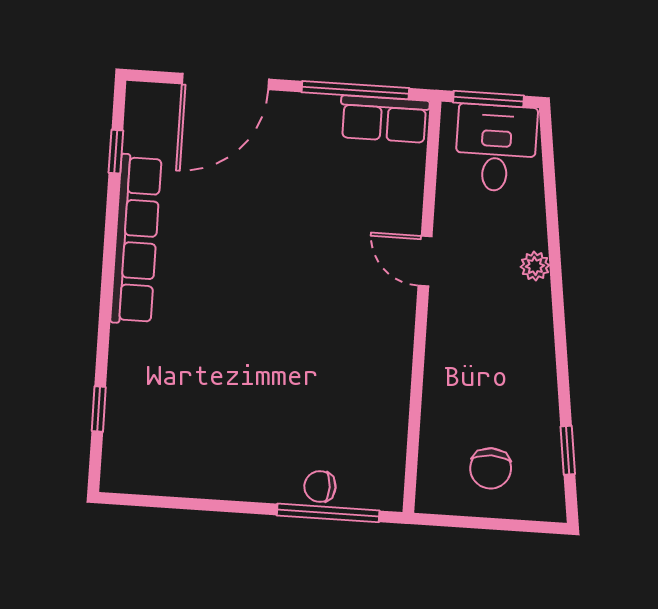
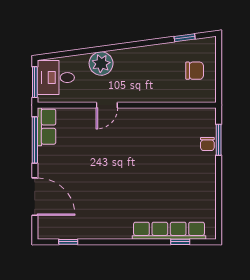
row of seats: (136, 239) -> (169, 231), moved
plant: (535, 266) -> (101, 64), width x1.87, depth x1.87
window: (328, 513) -> (219, 140), width x0.69

